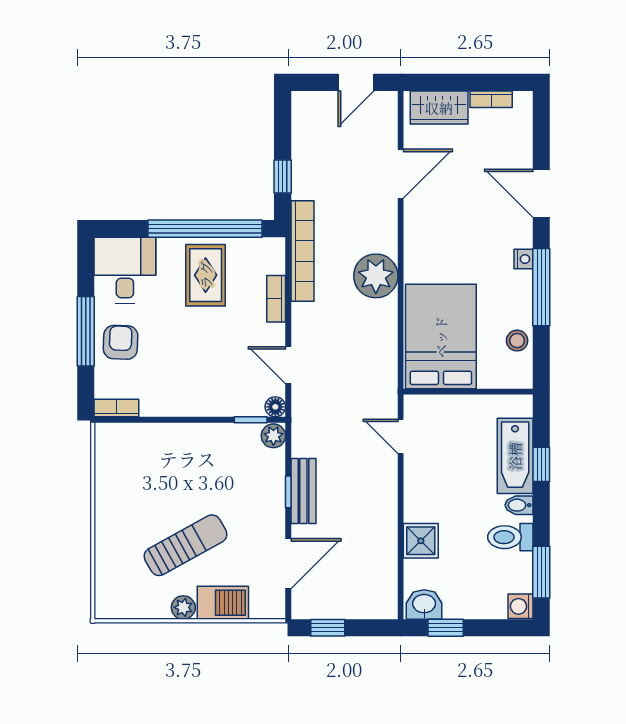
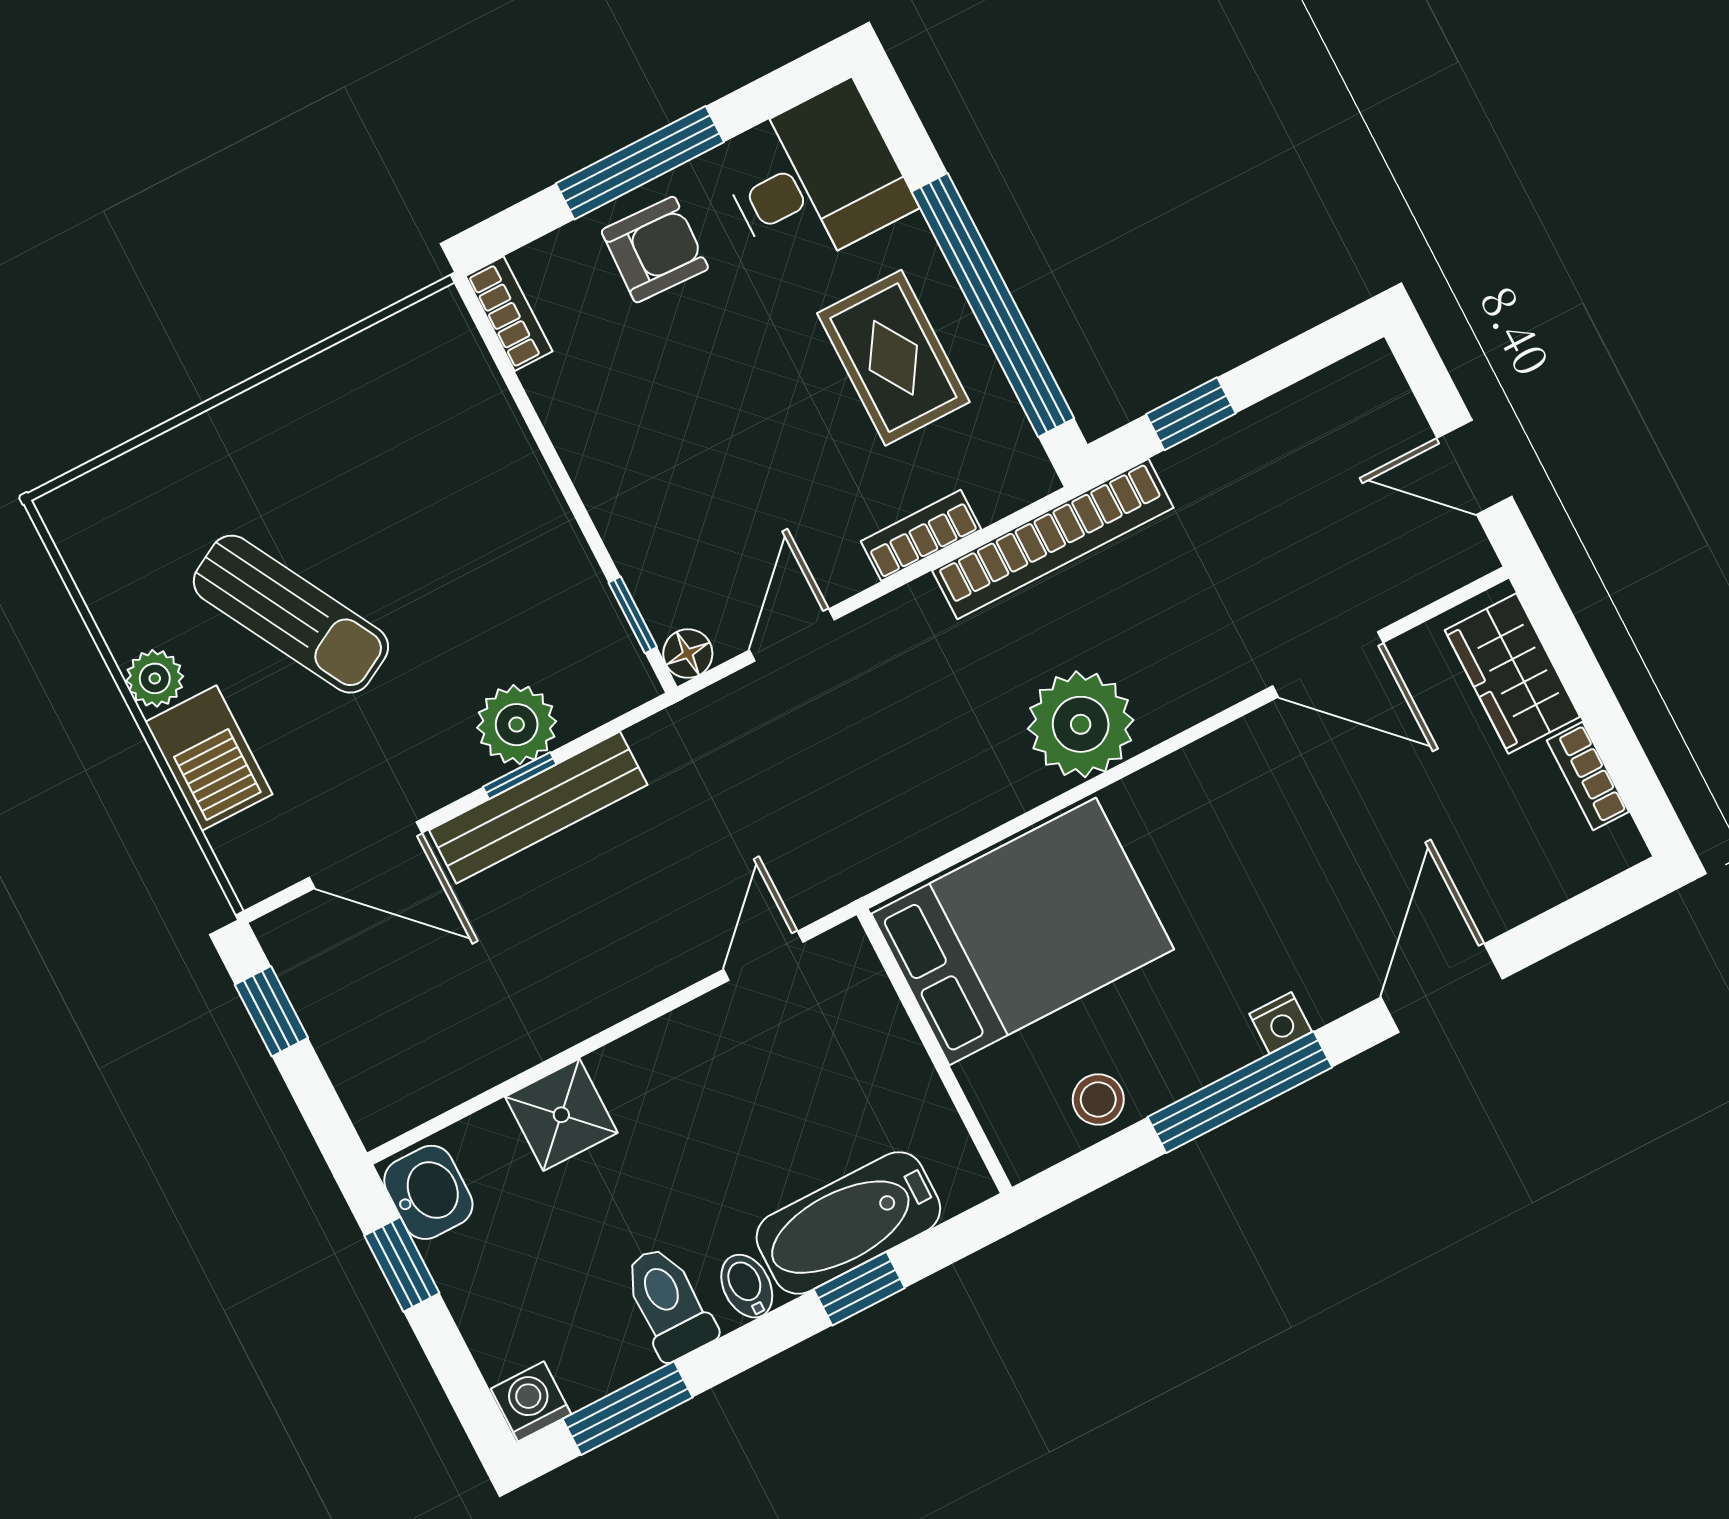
rug: (206, 275) -> (893, 358), turned 90
plant: (273, 436) -> (517, 725), moved, width x1.38, depth x1.38
bench: (303, 491) -> (538, 807), width x1.36

